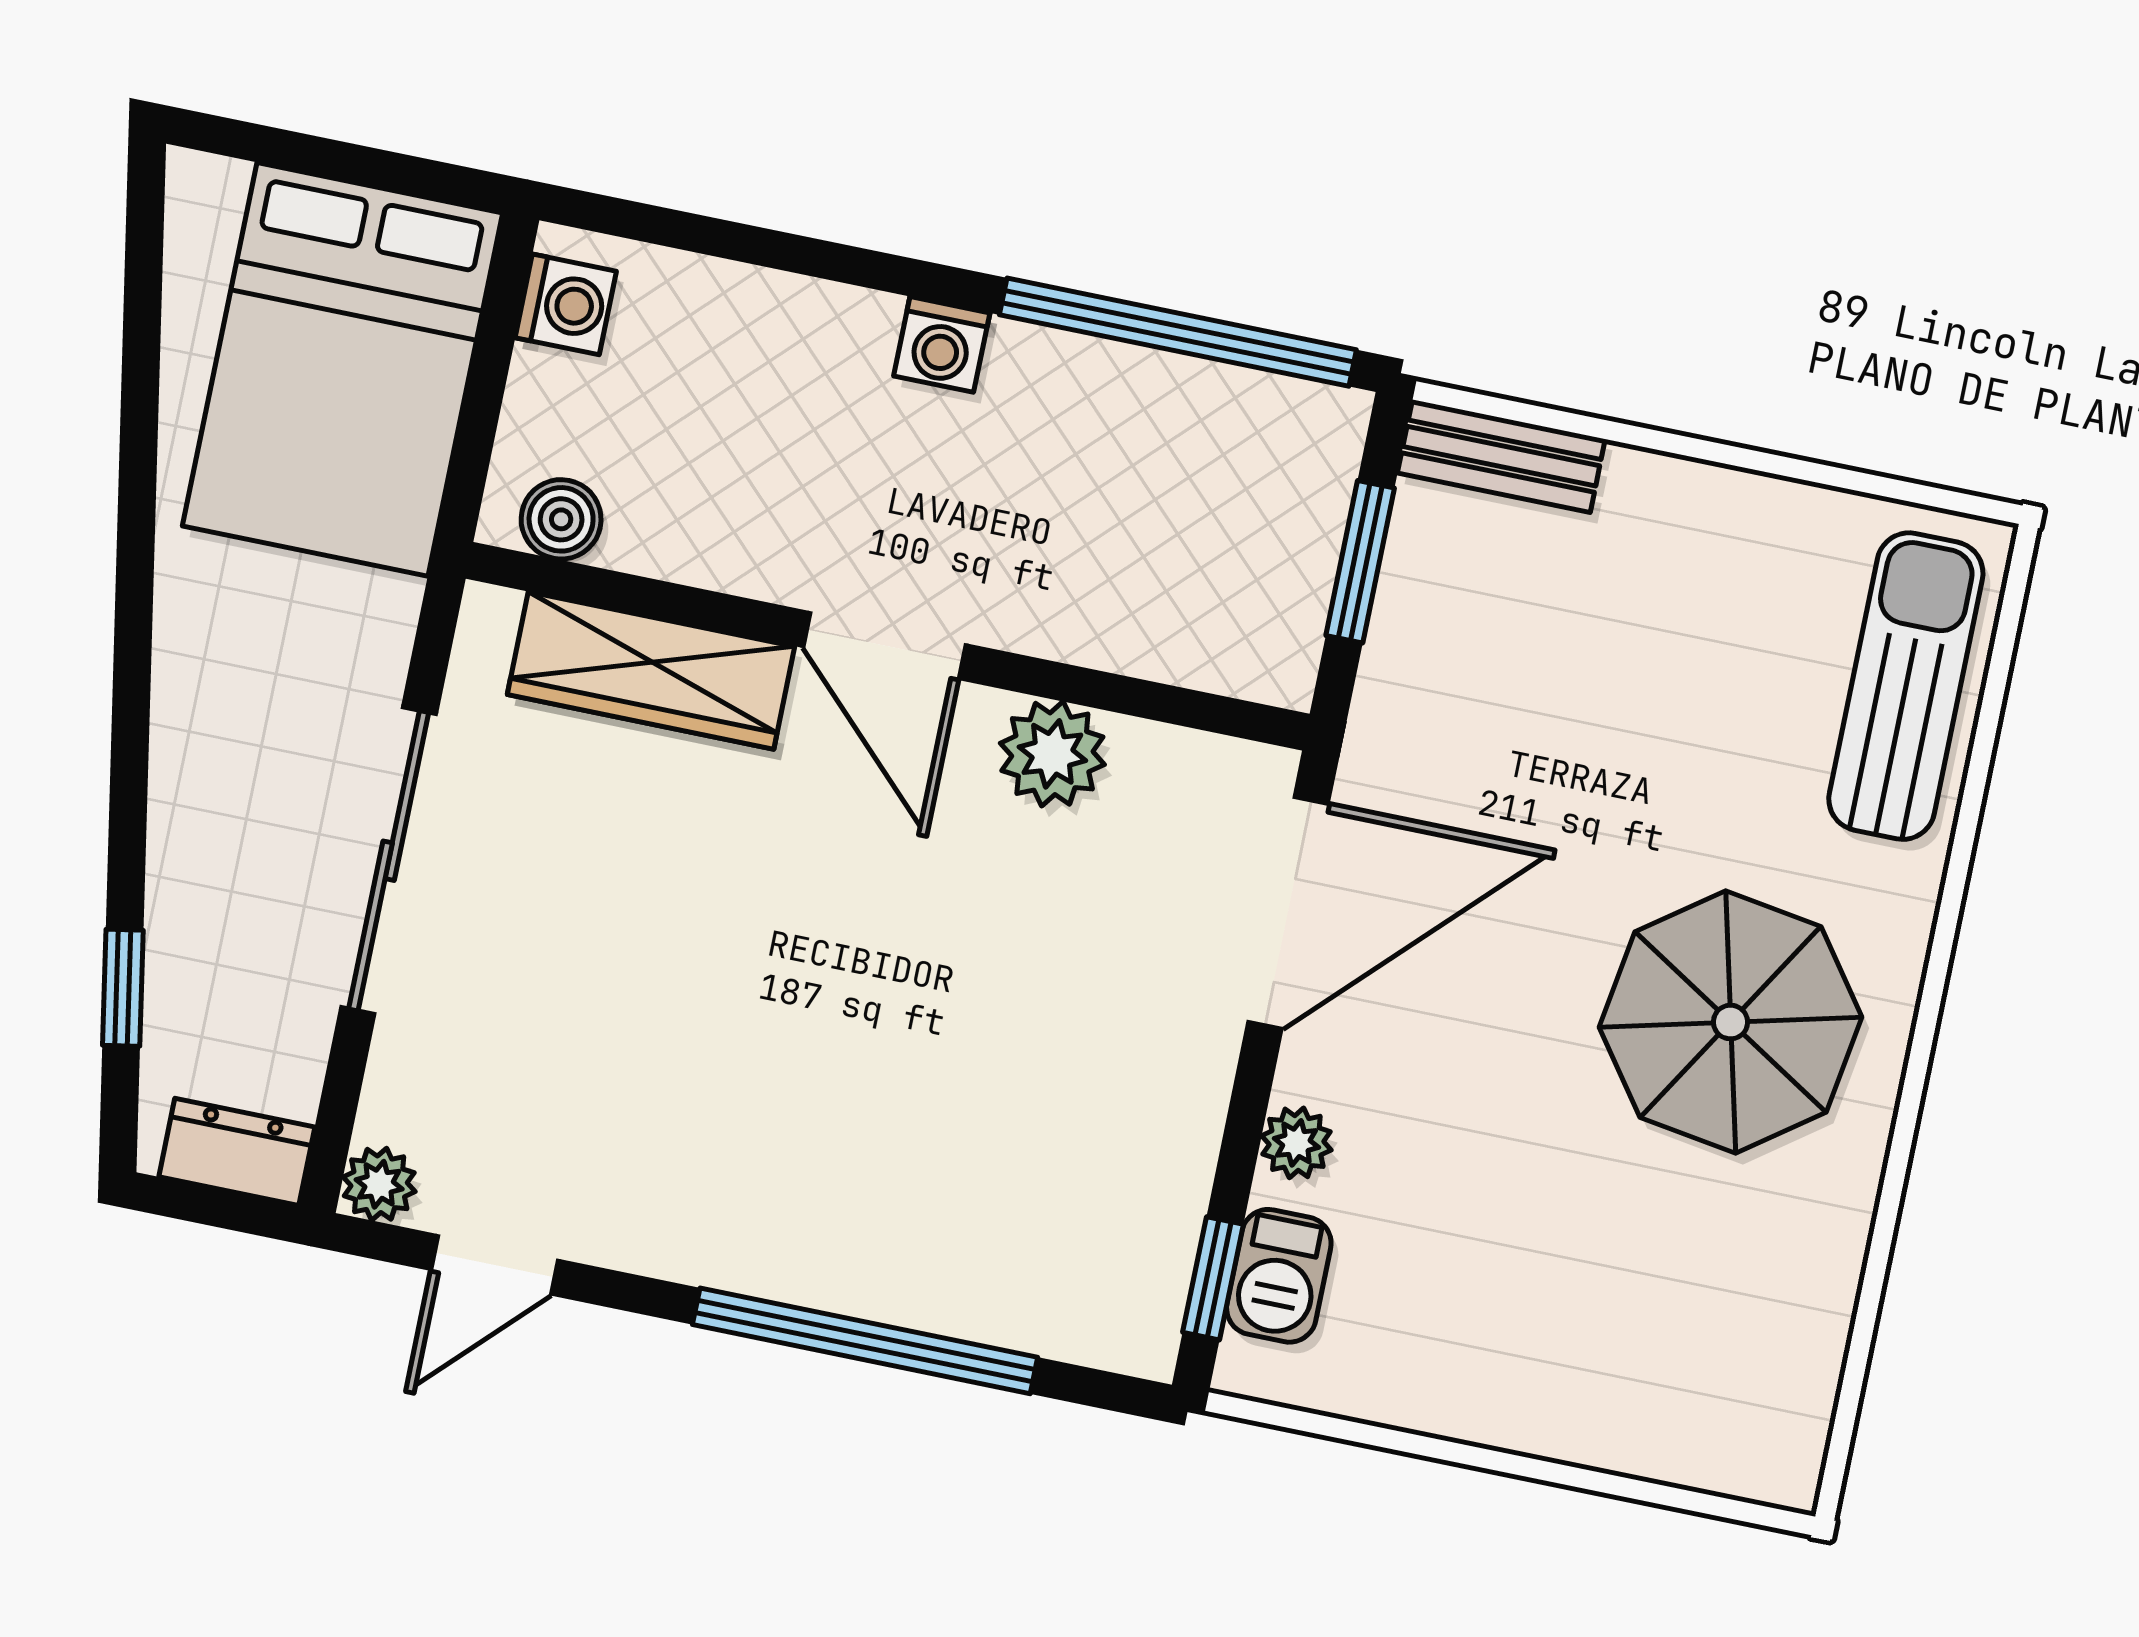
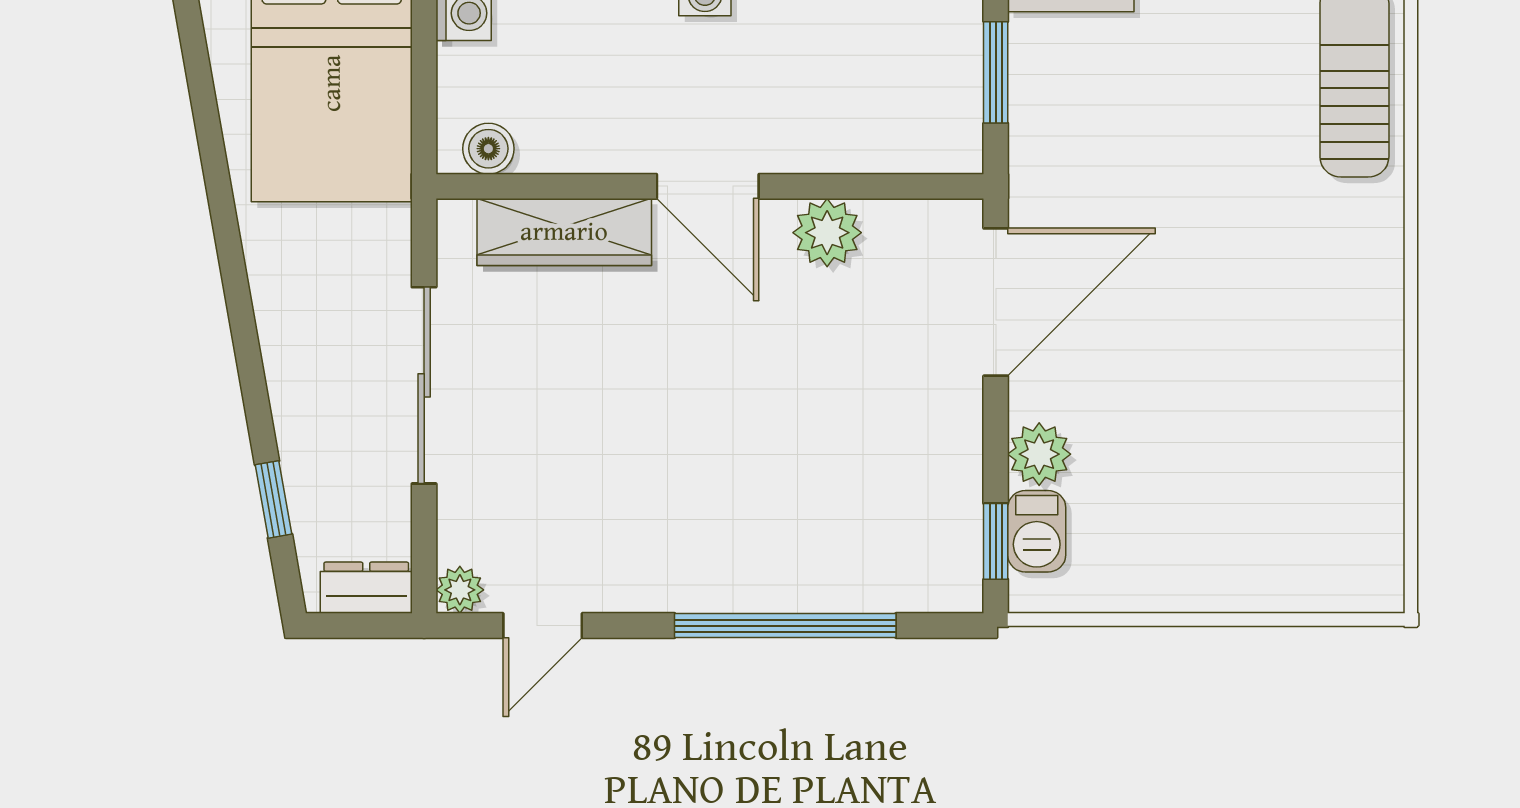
parasol: (1731, 1022) -> (1288, 314), removed
plant: (1296, 1143) -> (1039, 454), width x1.38, depth x1.38

